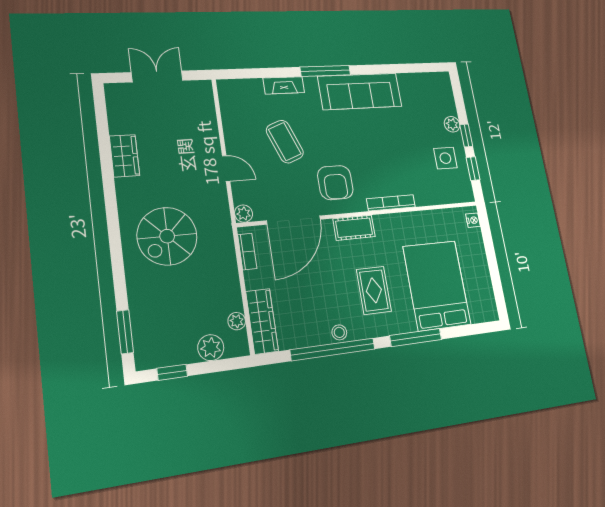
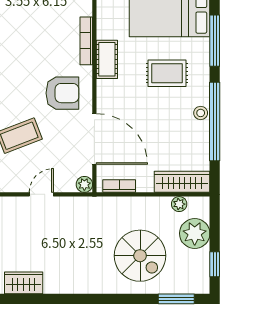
cot: (354, 228) -> (107, 59), moved
spiral stairs: (167, 236) -> (140, 256), moved
plant: (211, 348) -> (195, 233), width x1.36, depth x1.36

